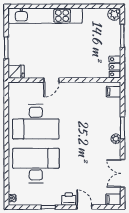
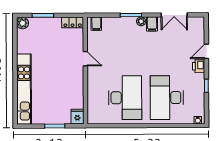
door: (51, 80) -> (85, 59), moved
filing cabinet: (113, 200) -> (152, 24), moved

